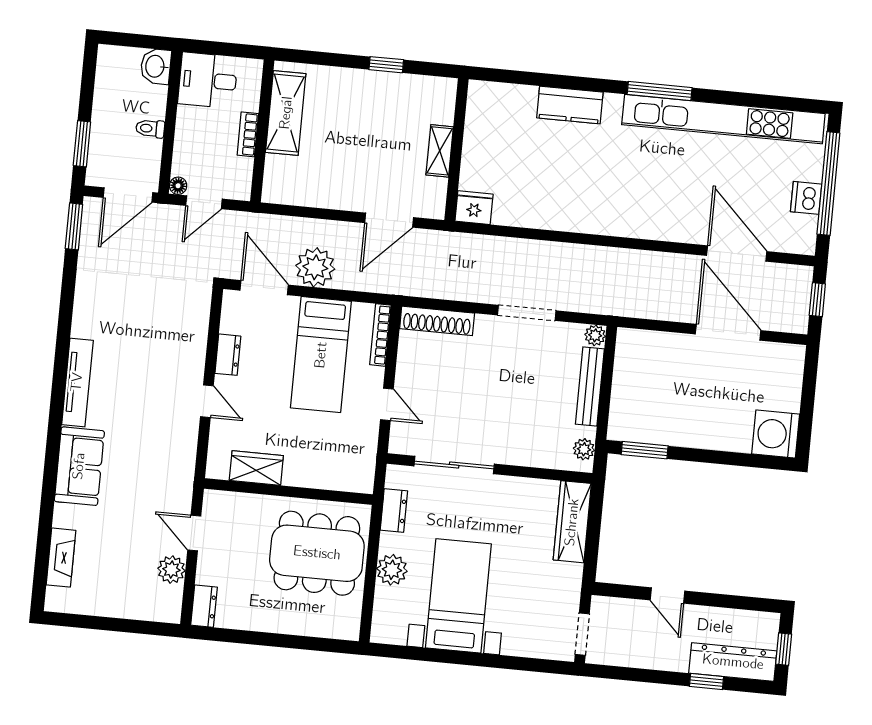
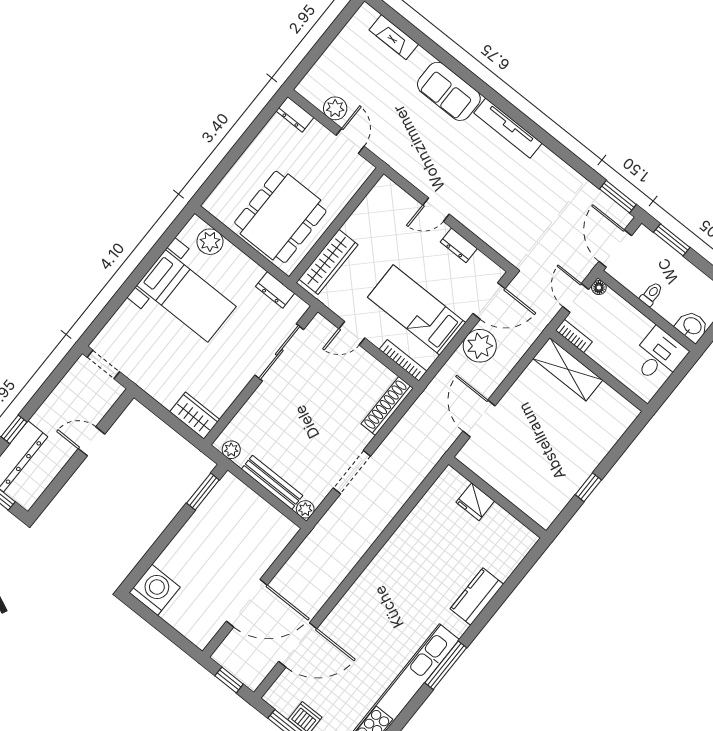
shelving: (286, 113) -> (568, 369), moved
bookcase: (248, 134) -> (574, 336), moved
shelving: (440, 151) -> (504, 485), removed
fridge: (474, 208) -> (475, 502), moved, turned 90
wardrobe: (256, 468) -> (328, 262), moved, width x1.50
wardrobe: (572, 522) -> (195, 416), width x0.67
door: (194, 533) -> (350, 141), hinge flipped
plant: (392, 570) -> (210, 242), moved

